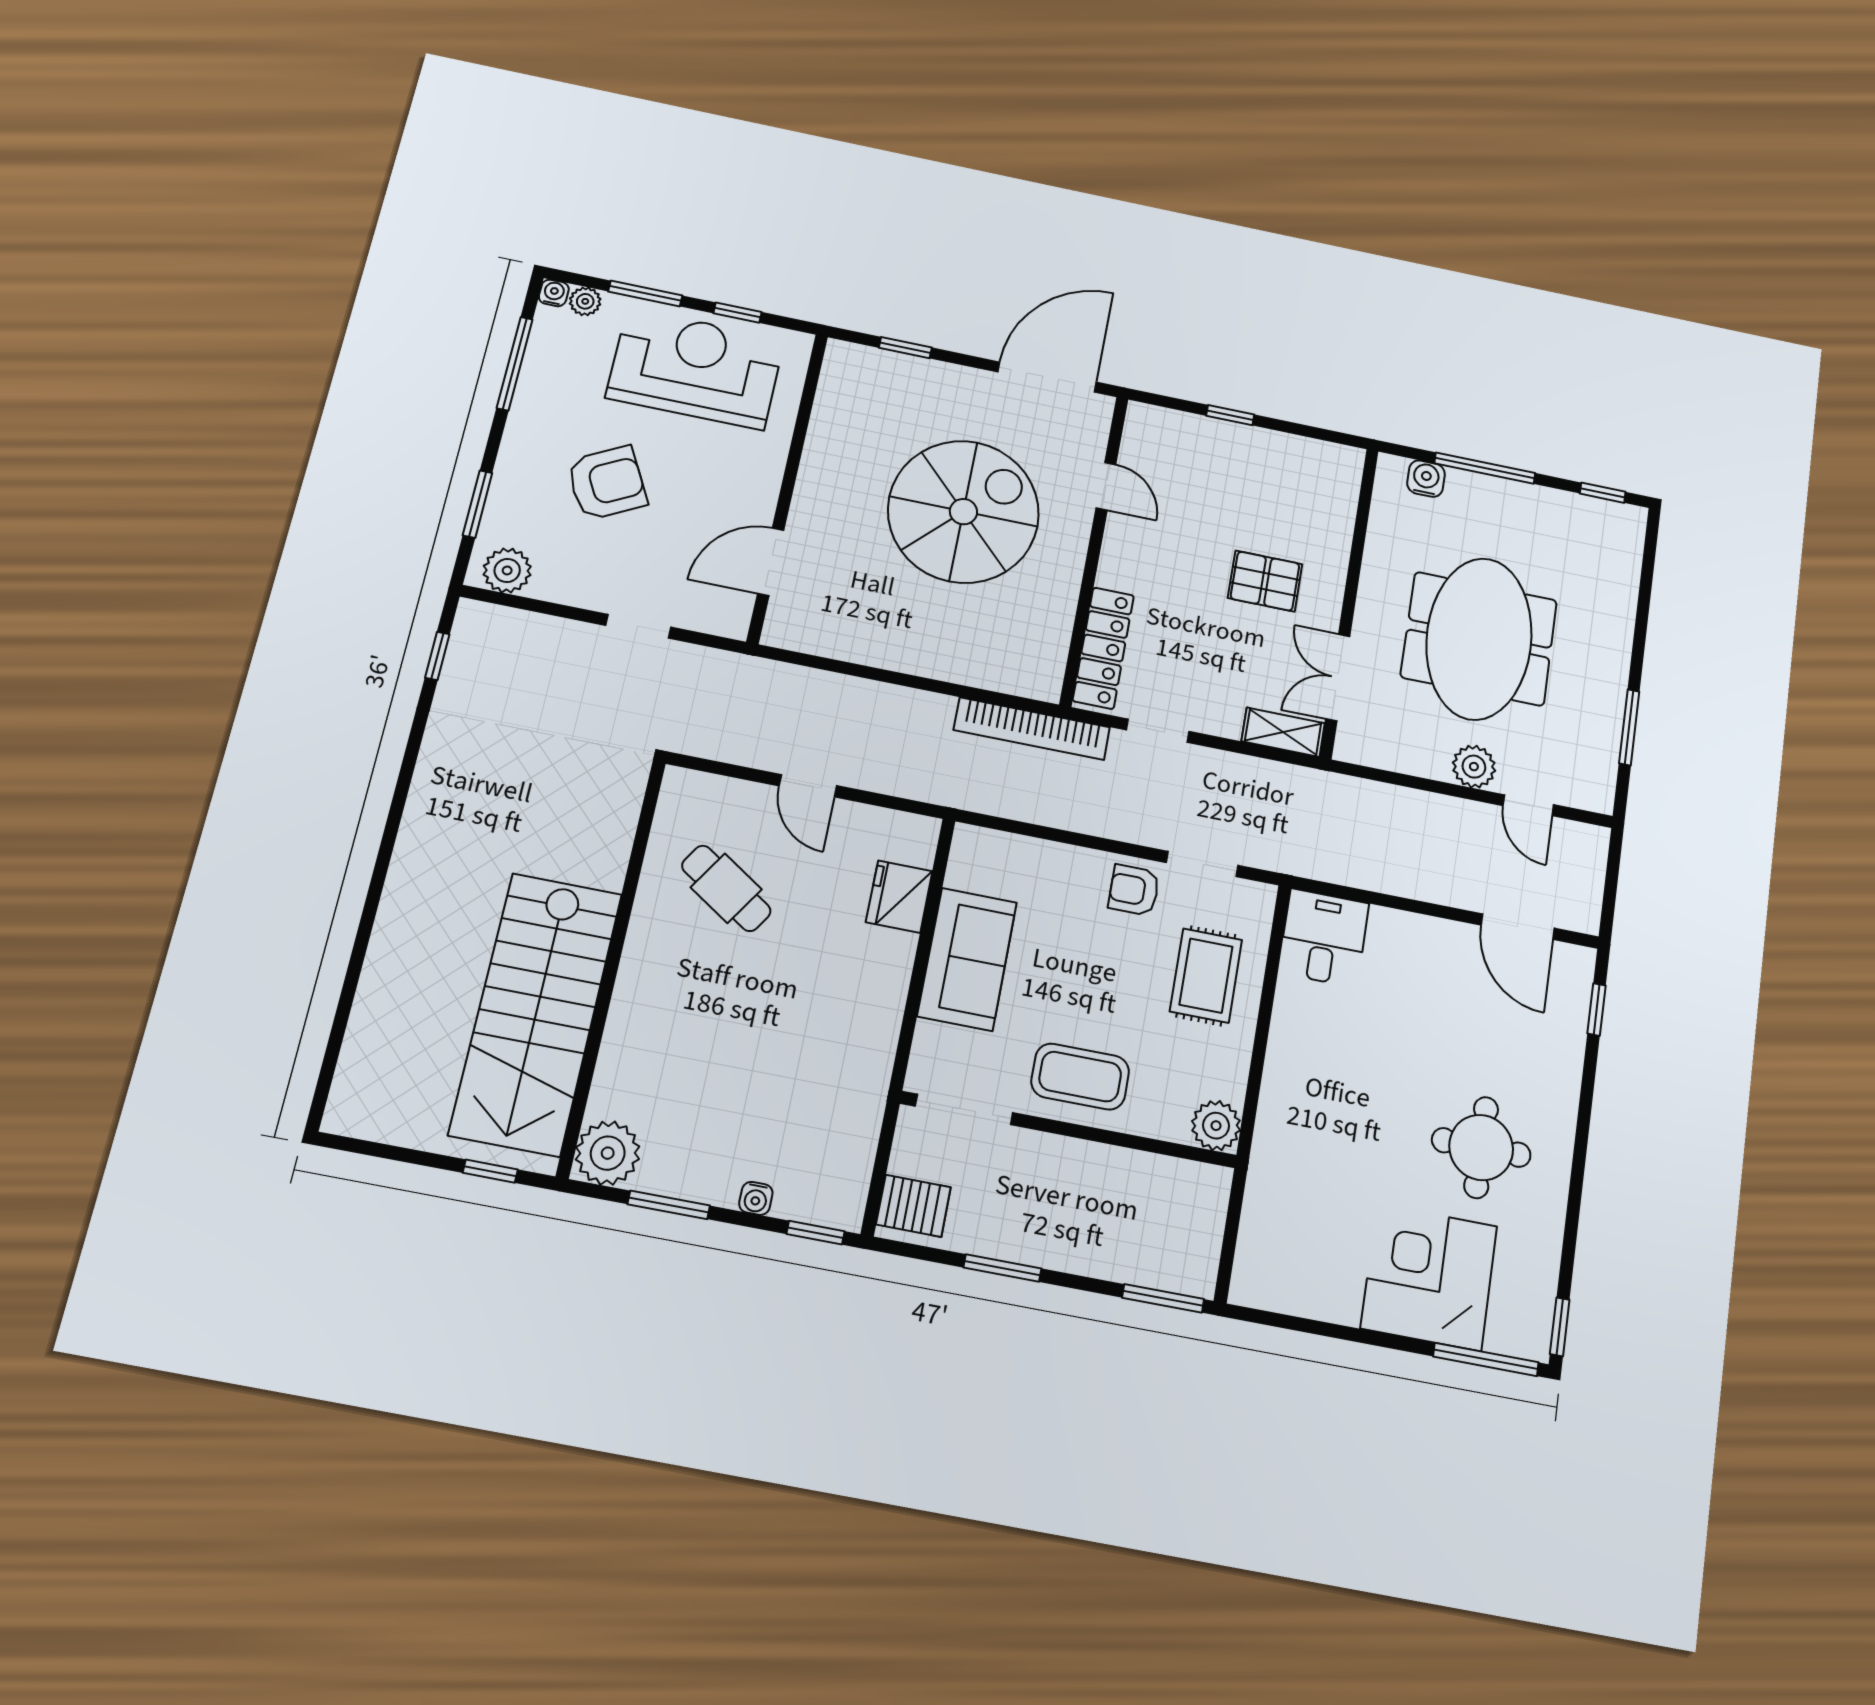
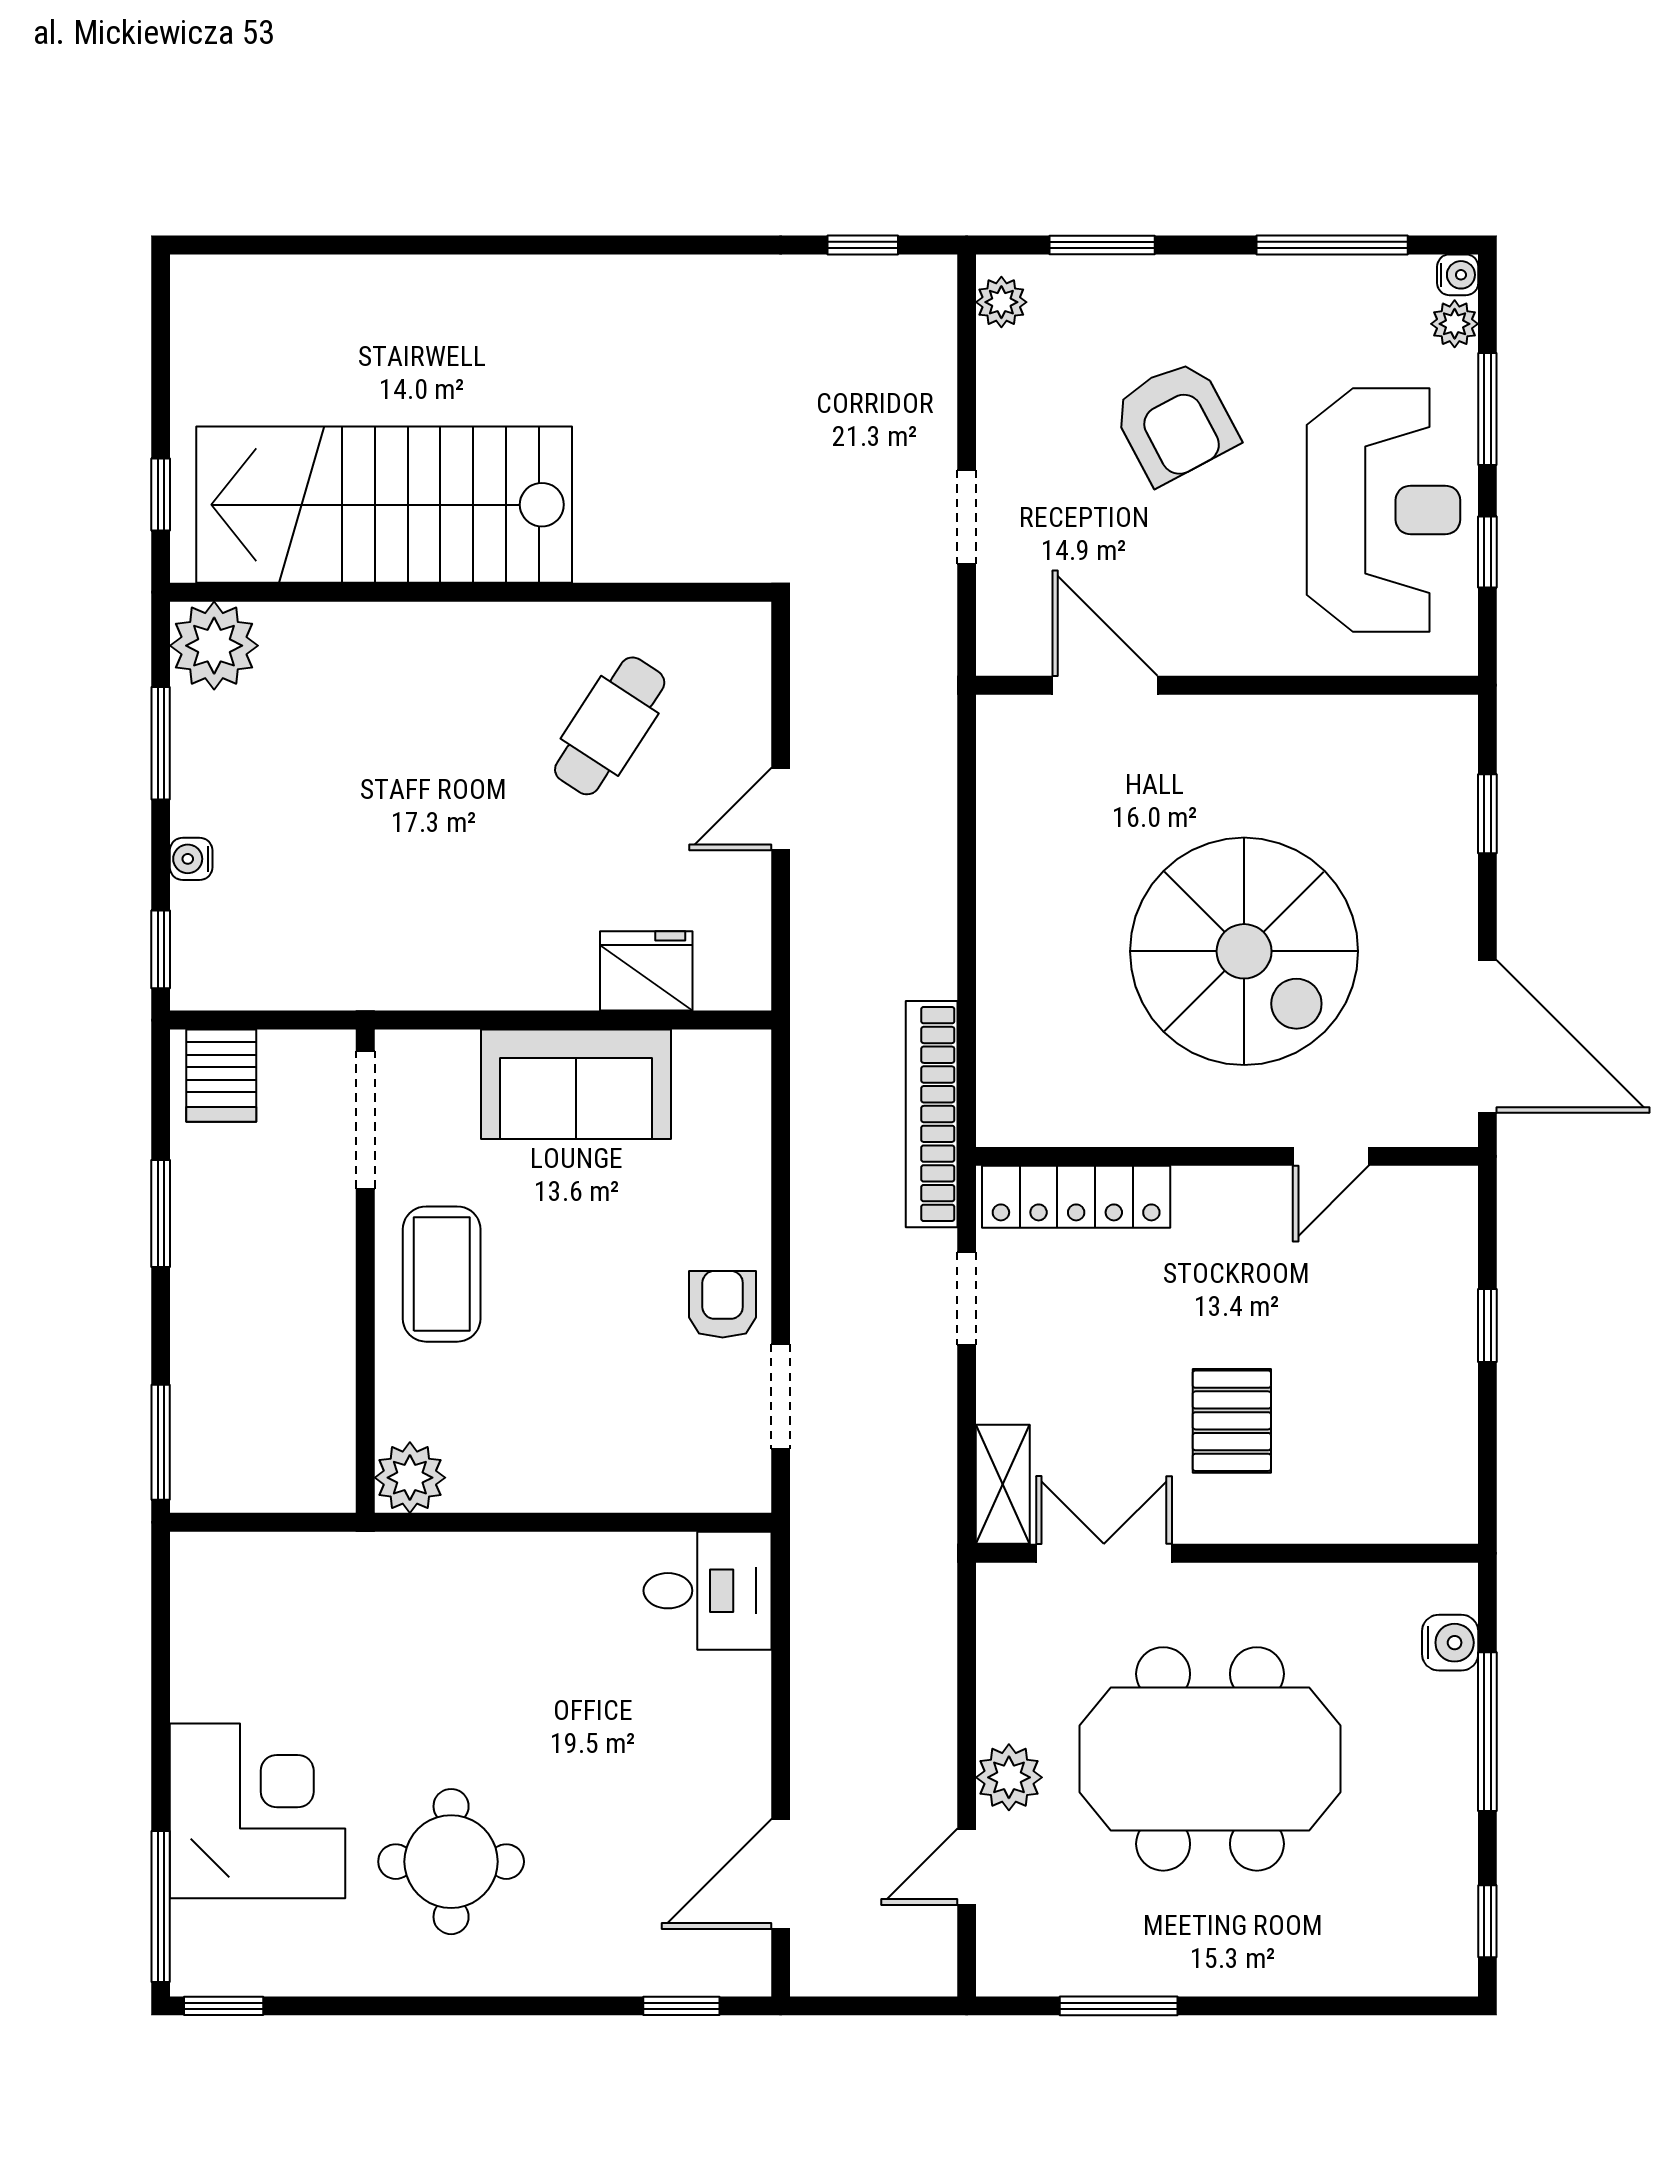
plant: (507, 570) -> (1001, 302), width x0.73, depth x0.73
rug: (1206, 976) -> (619, 1429), removed

